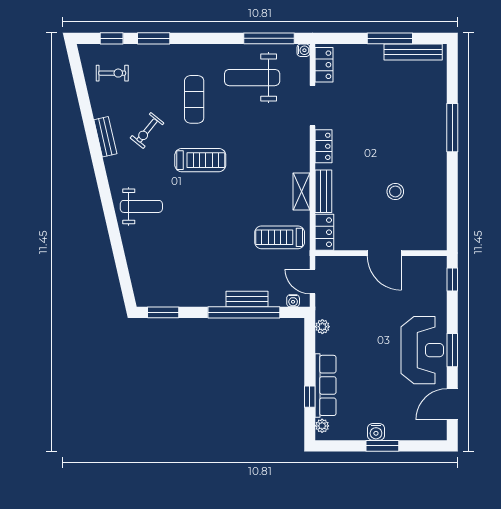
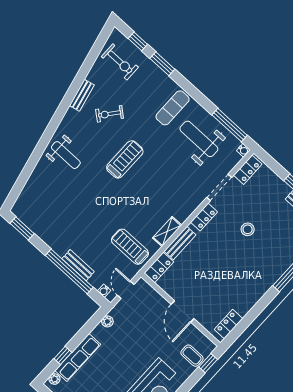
exercise bike: (112, 73) -> (120, 62), width x1.38, depth x1.39
exercise mat: (194, 99) -> (173, 108), moved
treadmill: (200, 160) -> (125, 159), turned -90
stool: (395, 191) -> (248, 229), moved
locker: (438, 225) -> (229, 324), added
coffee table: (431, 286) -> (192, 356), added

